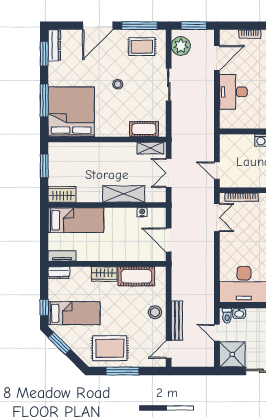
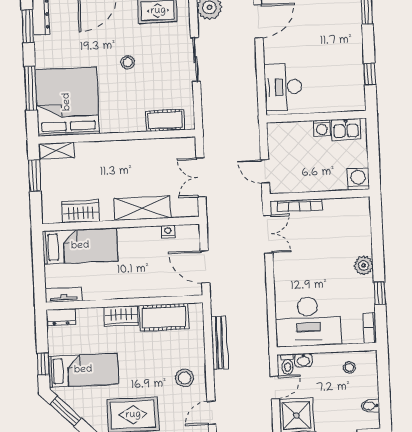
desk: (233, 92) -> (283, 87), moved
shelving: (150, 148) -> (56, 151), moved
wardrobe: (62, 194) -> (81, 211), moved
stool: (155, 312) -> (185, 378), moved
bench: (177, 321) -> (219, 343), moved
door: (217, 333) -> (275, 387), swing flipped

